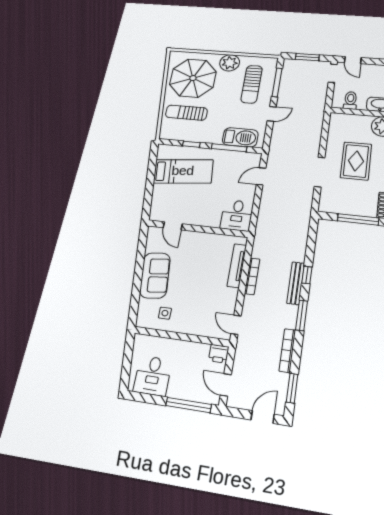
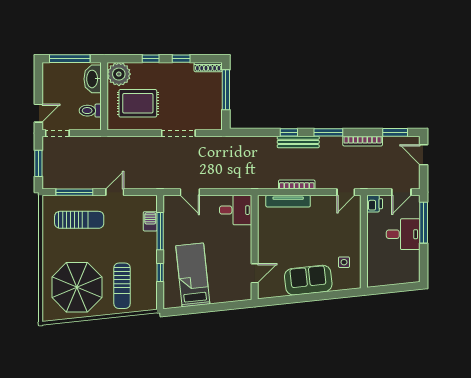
plant: (230, 63) -> (53, 249), removed
door: (272, 114) -> (115, 192), hinge flipped
barbecue: (240, 137) -> (150, 221), width x0.53, depth x0.65
rug: (356, 161) -> (138, 103), moved
desk: (153, 376) -> (403, 234), moved

